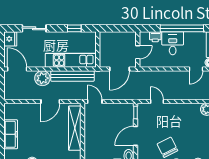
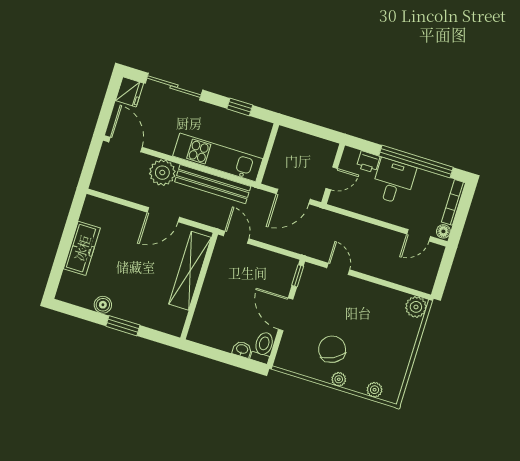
sliding door: (34, 28) -> (174, 87), width x1.37
door: (136, 136) -> (286, 314), hinge flipped

